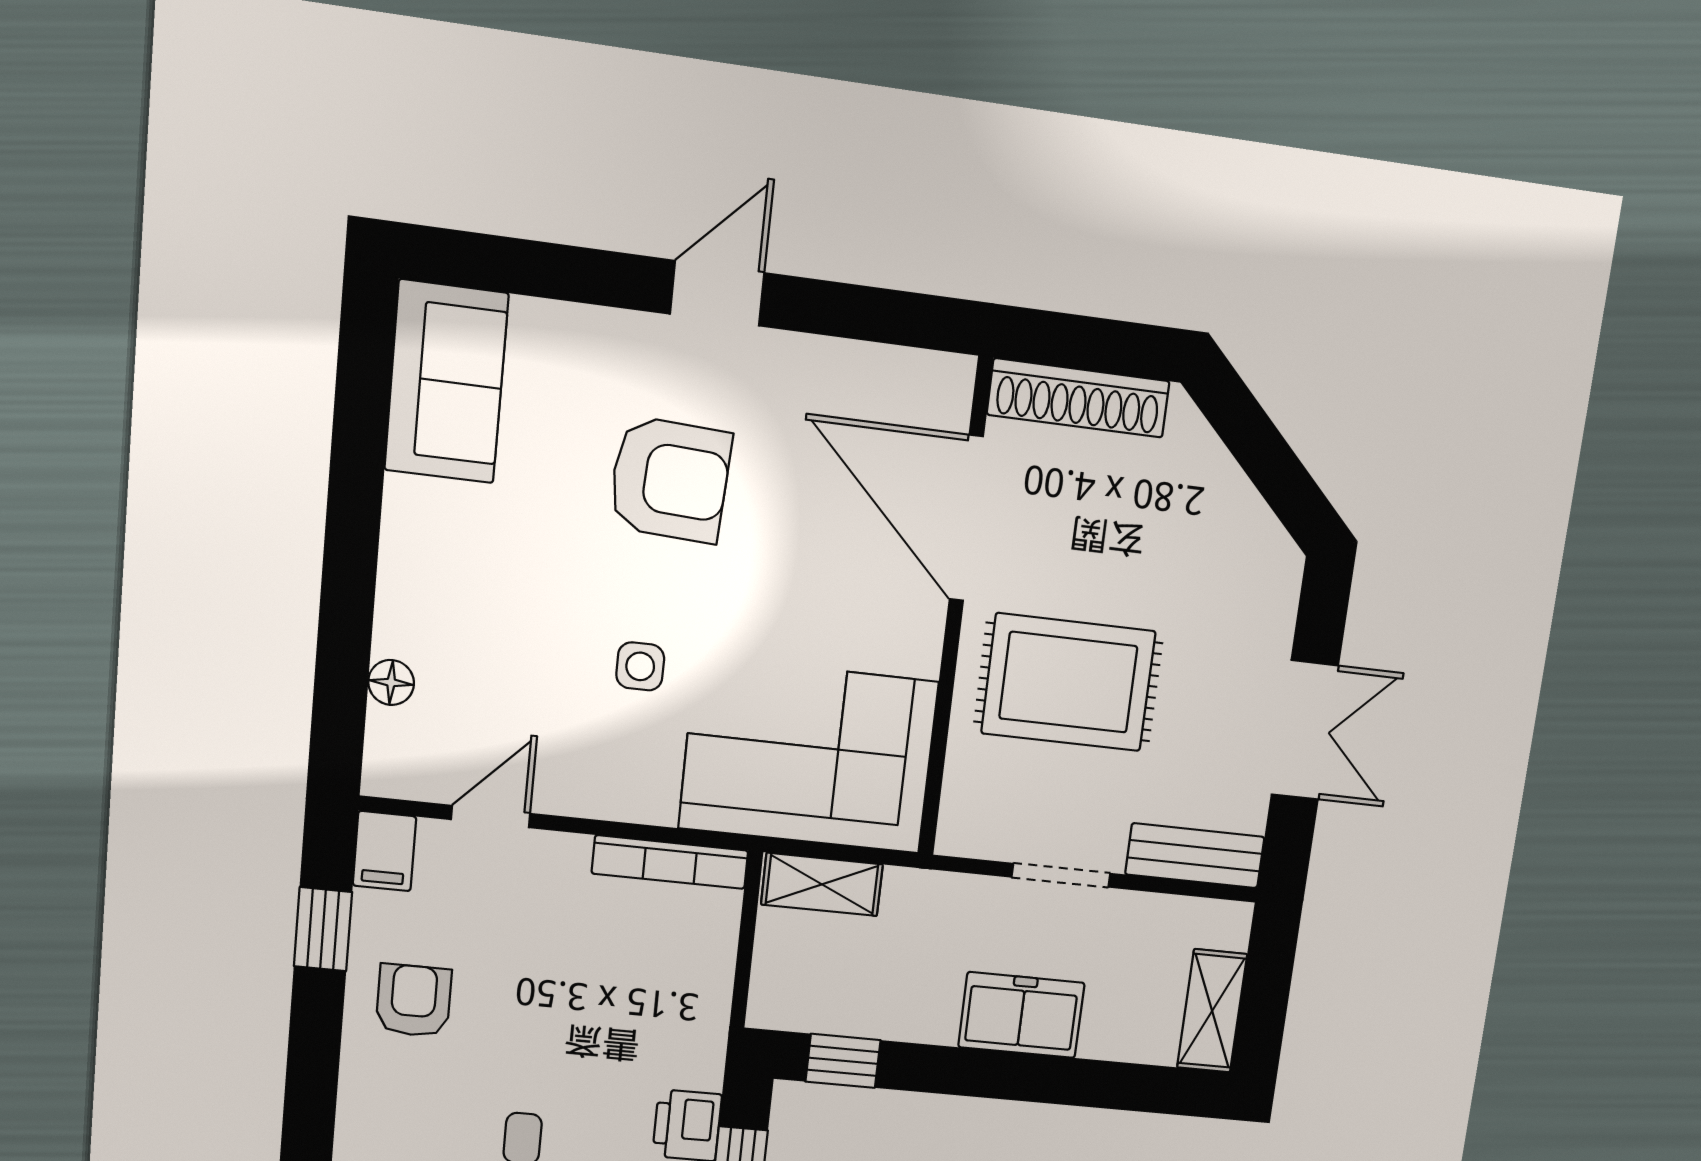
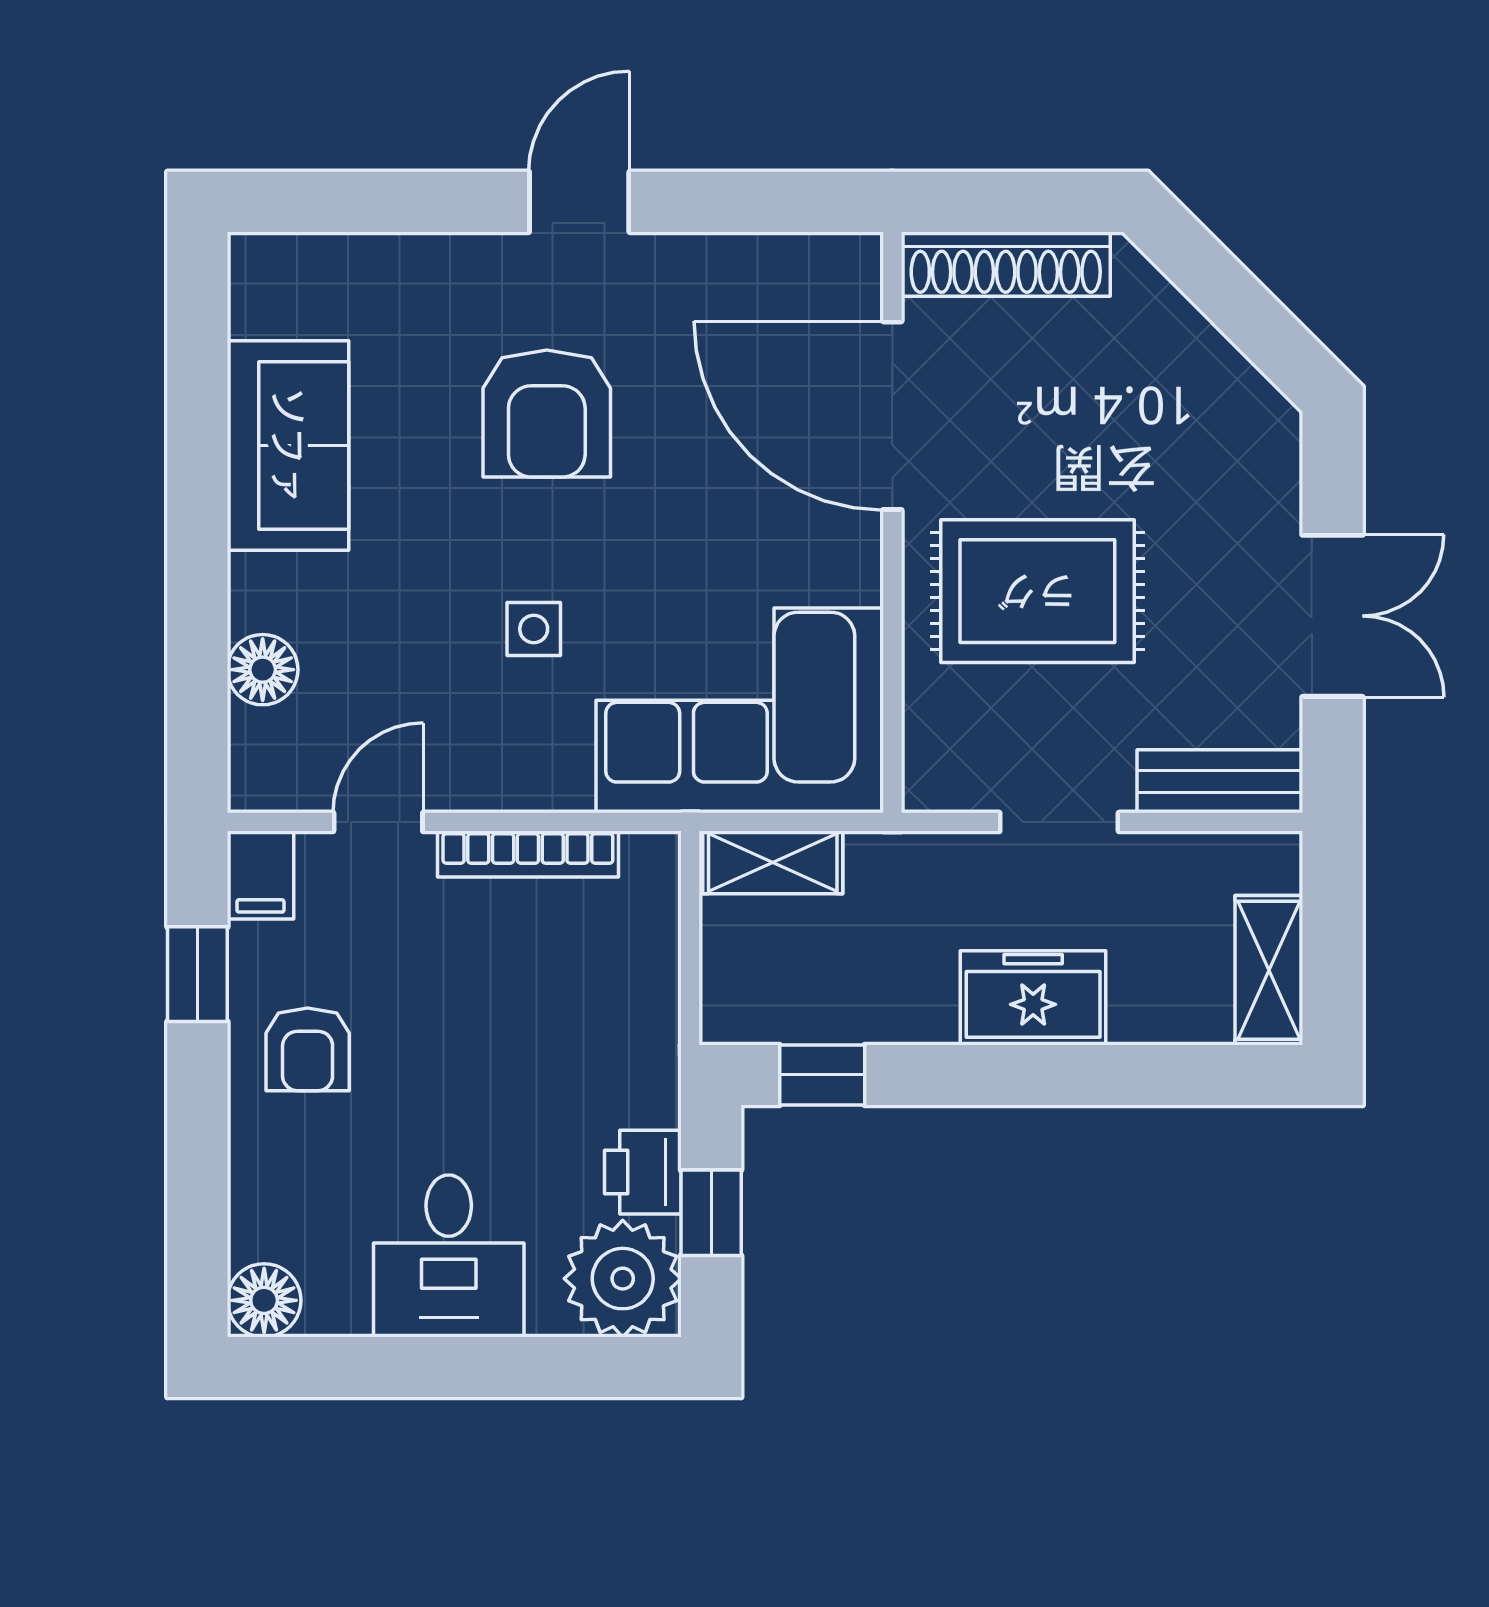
sofa: (446, 382) -> (288, 446), moved
armchair: (670, 480) -> (547, 414), turned 87
floor lamp: (391, 682) -> (263, 670), width x1.37, depth x1.37
bookcase: (670, 862) -> (528, 854), moved
armchair: (414, 1001) -> (308, 1049), turned 180

